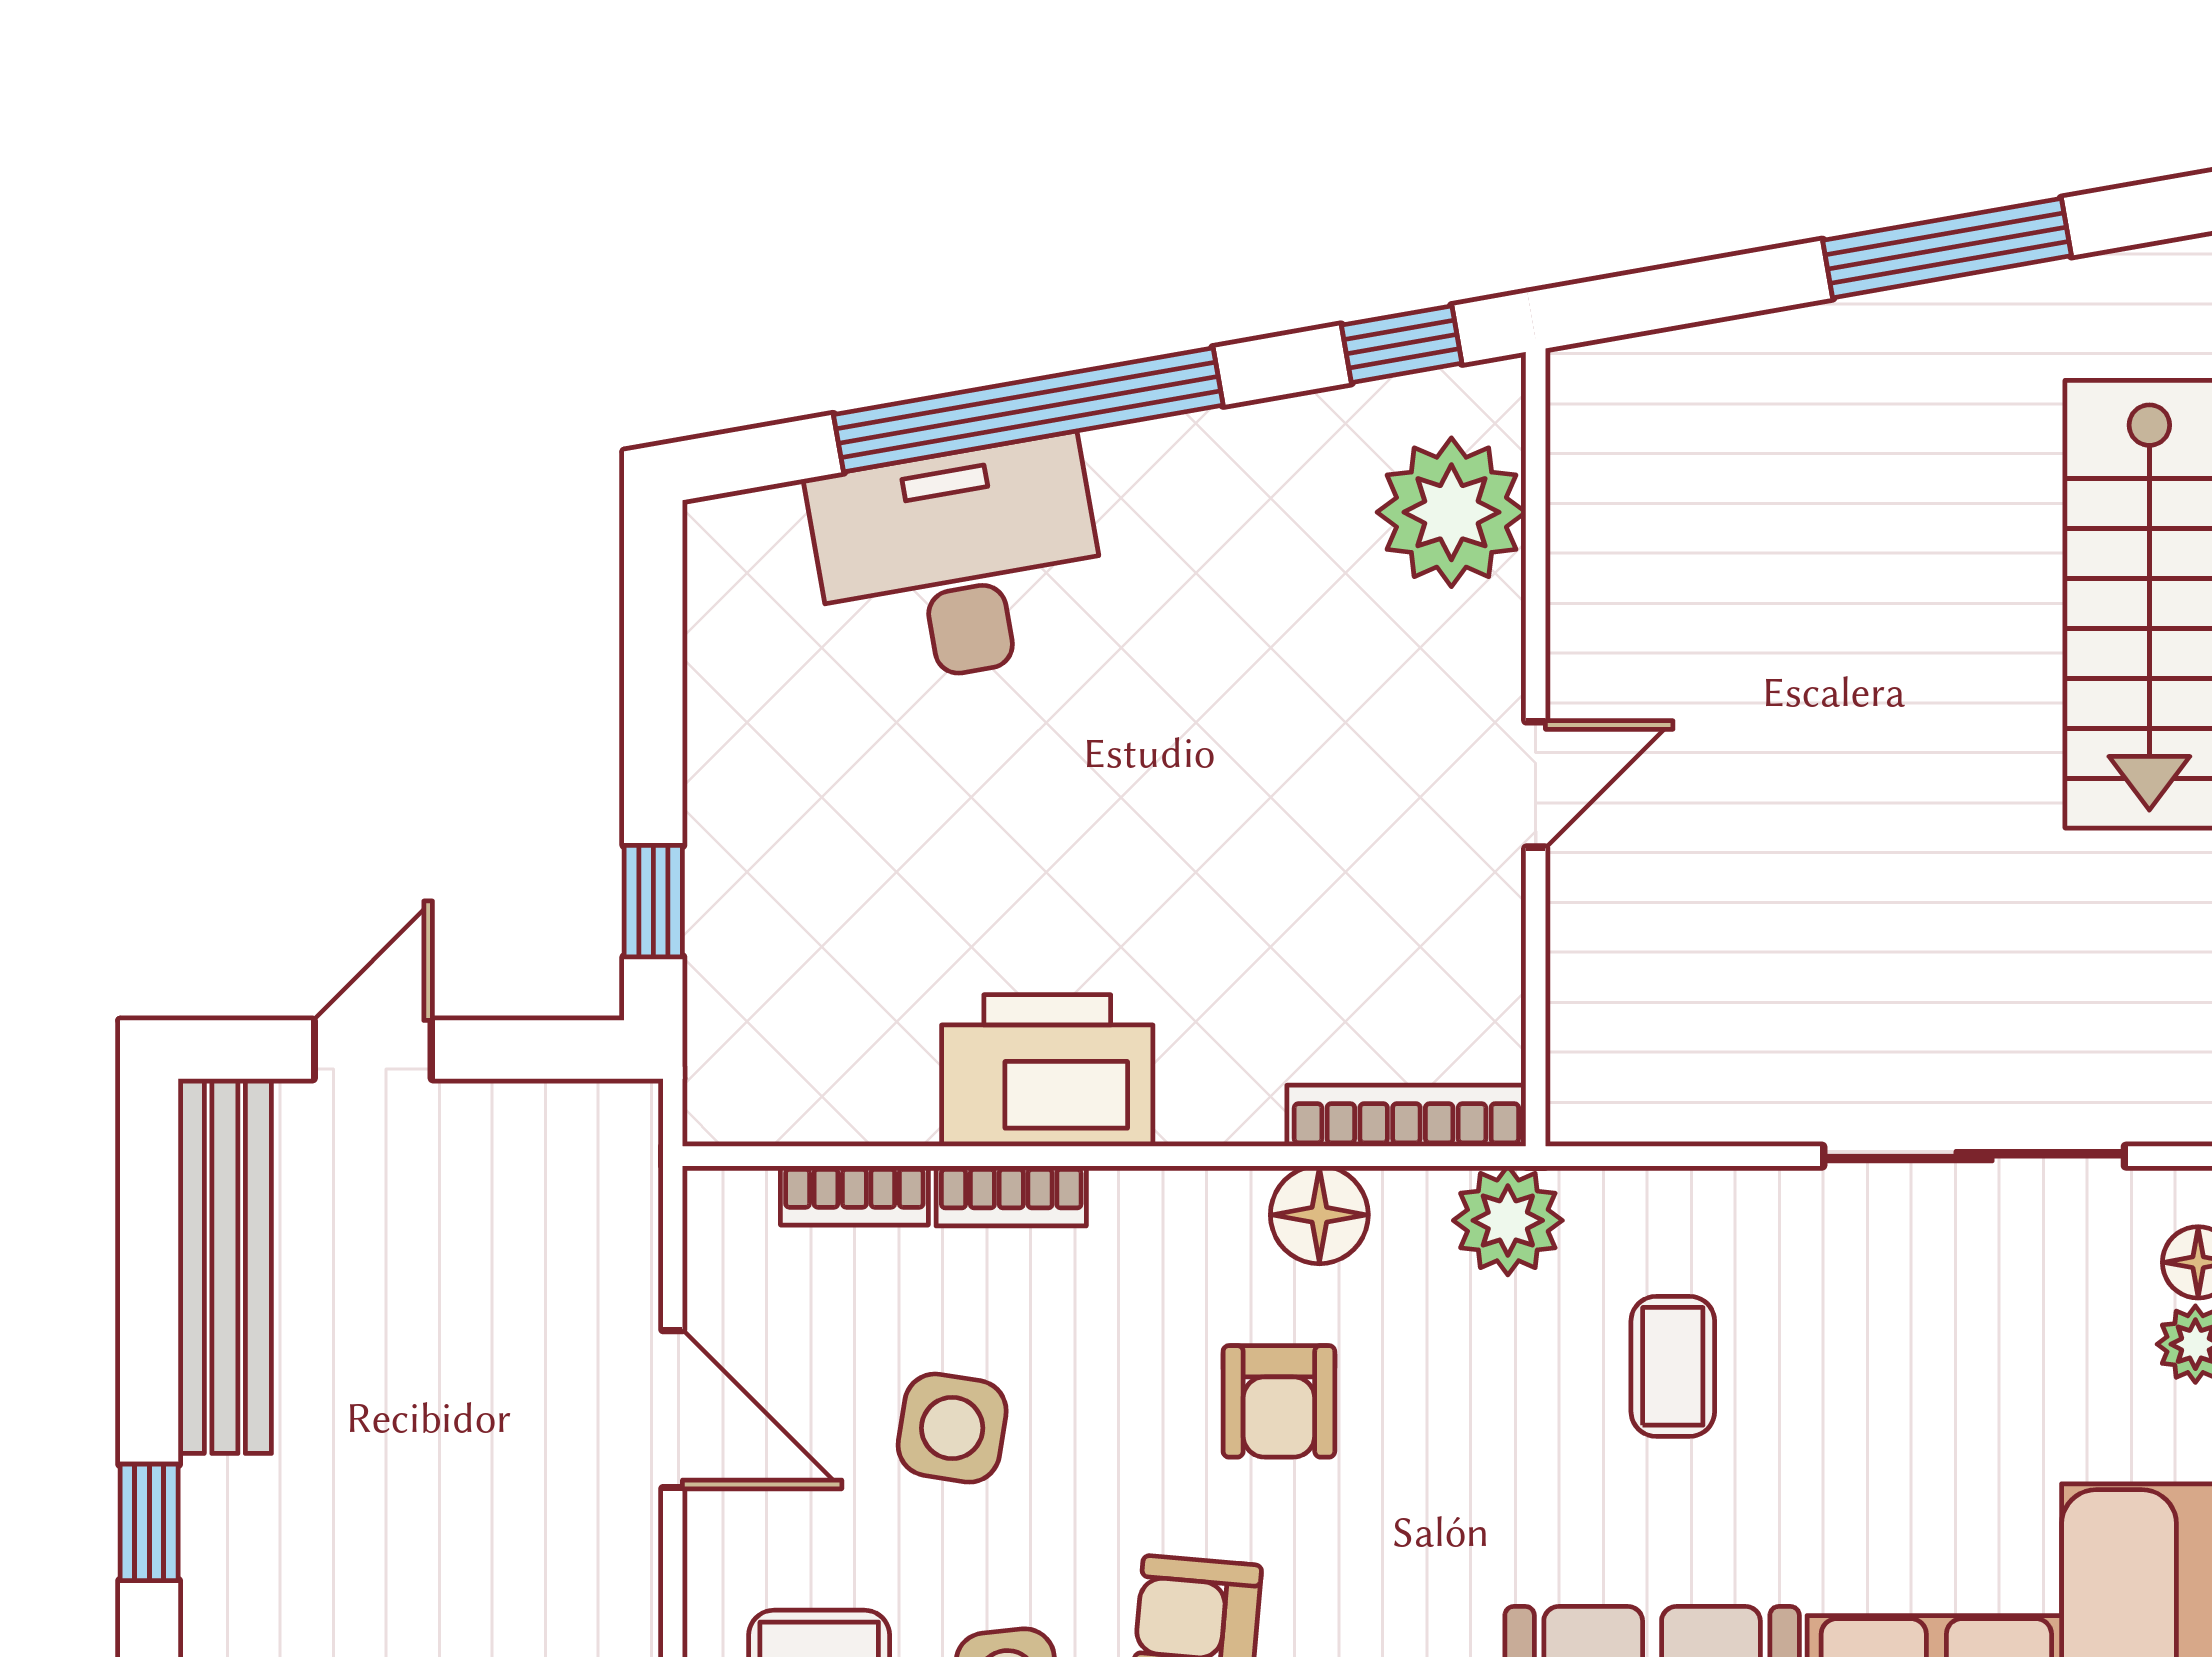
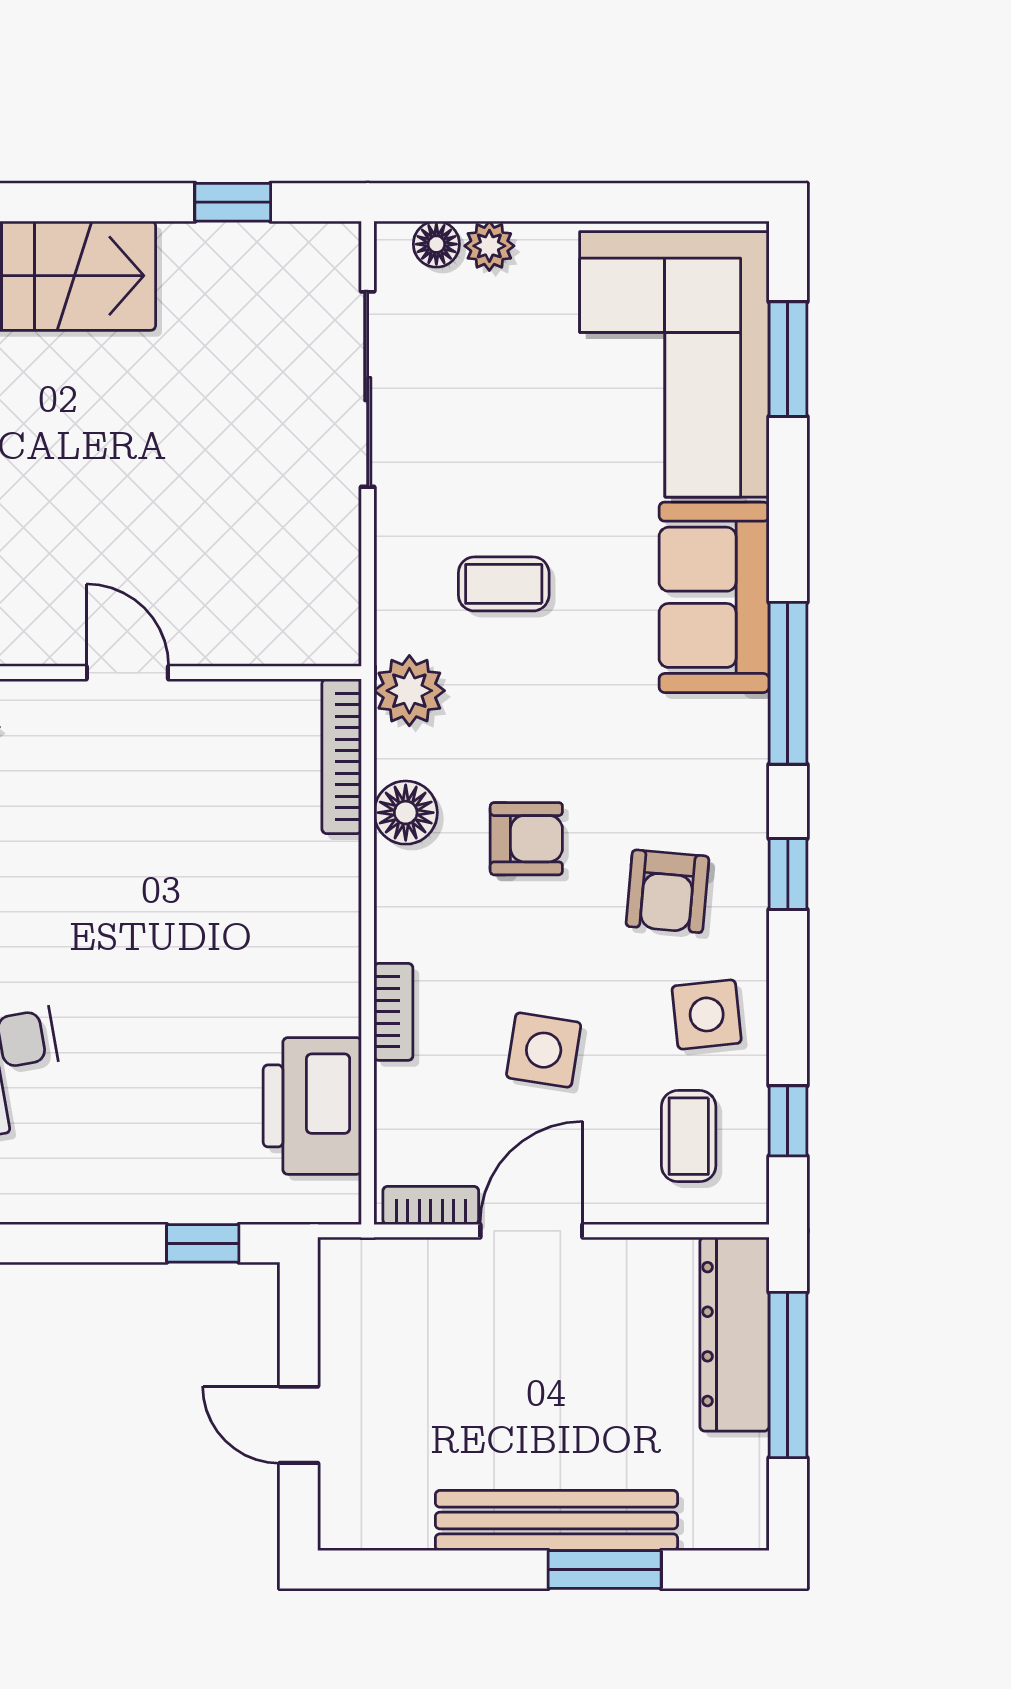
printer: (1047, 1071) -> (312, 1106), moved
bookcase: (854, 1195) -> (431, 1205), moved, turned -90
bench: (225, 1266) -> (556, 1521), moved
window: (149, 1522) -> (605, 1569), width x1.50

